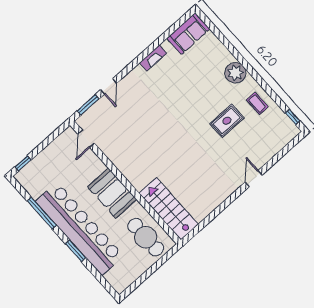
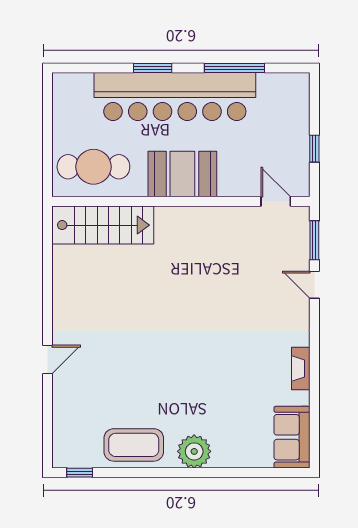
coffee table: (257, 103) -> (134, 445), width x1.86, depth x1.72
rug: (227, 121) -> (146, 390), removed
window: (23, 163) -> (314, 149), moved
door: (254, 179) -> (48, 359), hinge flipped

